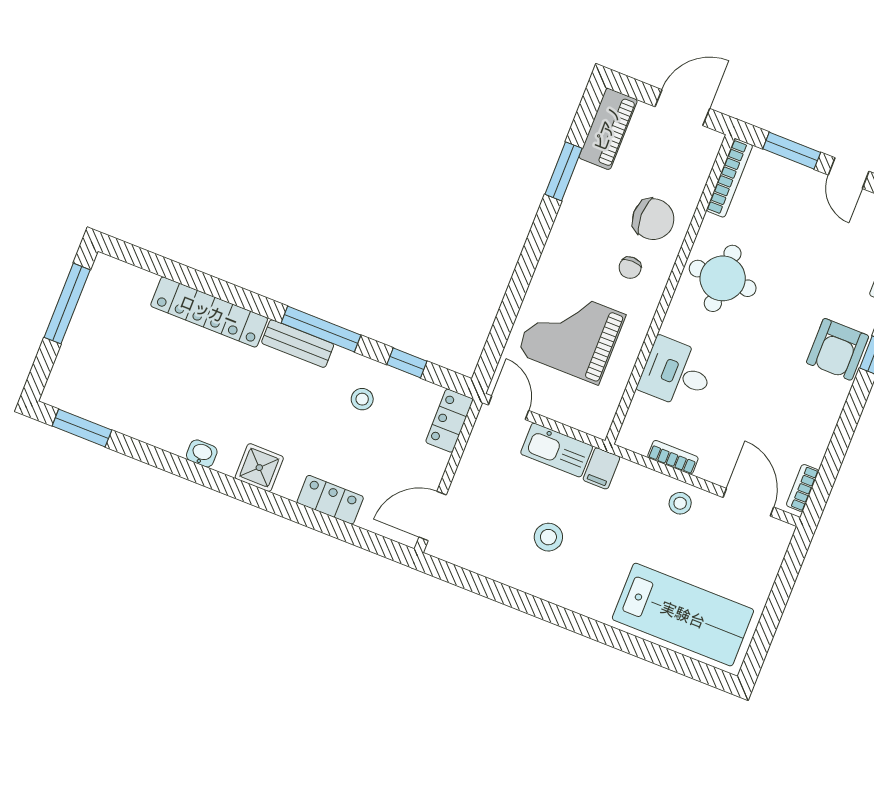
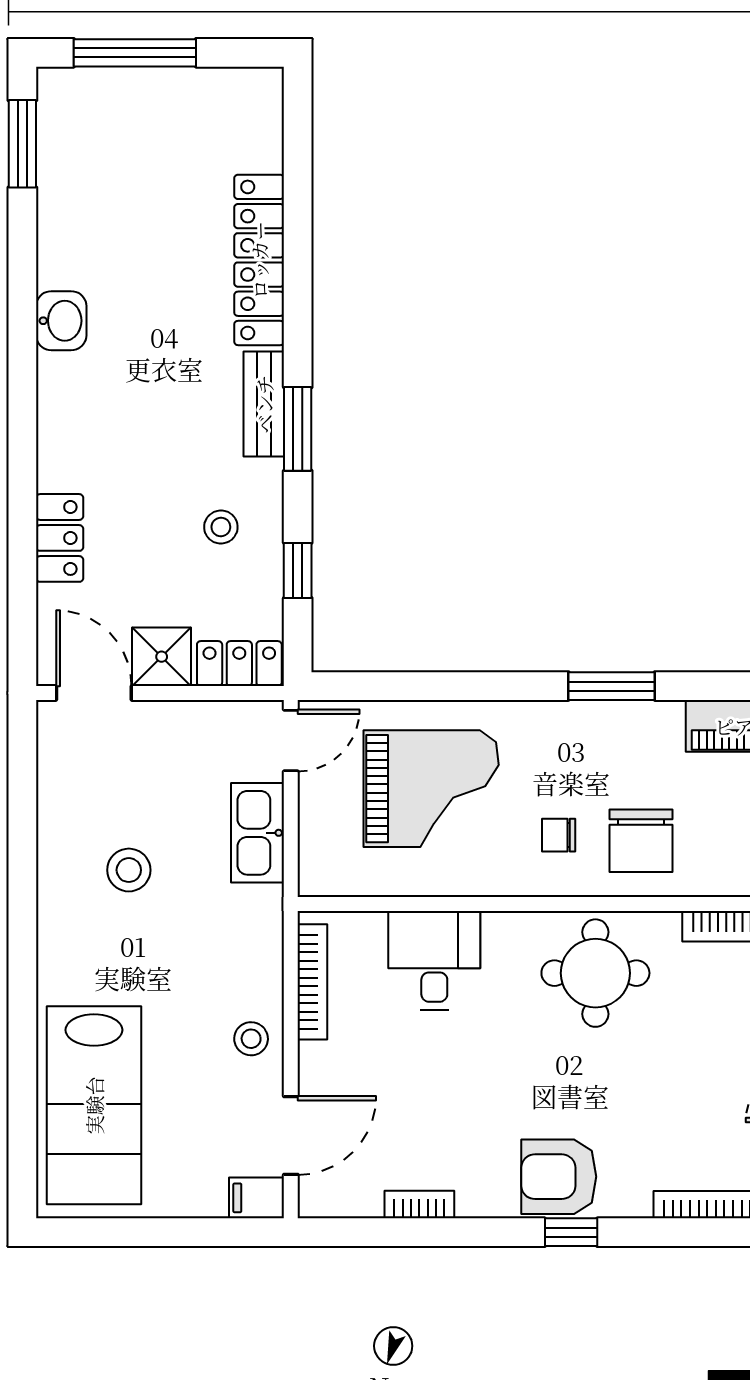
window: (564, 171) -> (612, 686), moved
window: (67, 304) -> (135, 53), moved
window: (321, 329) -> (298, 429), width x0.69
grand piano: (571, 334) -> (431, 789), turned 90
washbasin: (202, 453) -> (61, 321), width x1.38, depth x1.45
bookcase: (673, 457) -> (312, 982), width x1.56
shower: (259, 468) -> (162, 657), moved
filing cabinet: (601, 468) -> (257, 1198), moved
bookcase: (802, 488) -> (419, 1205), moved

